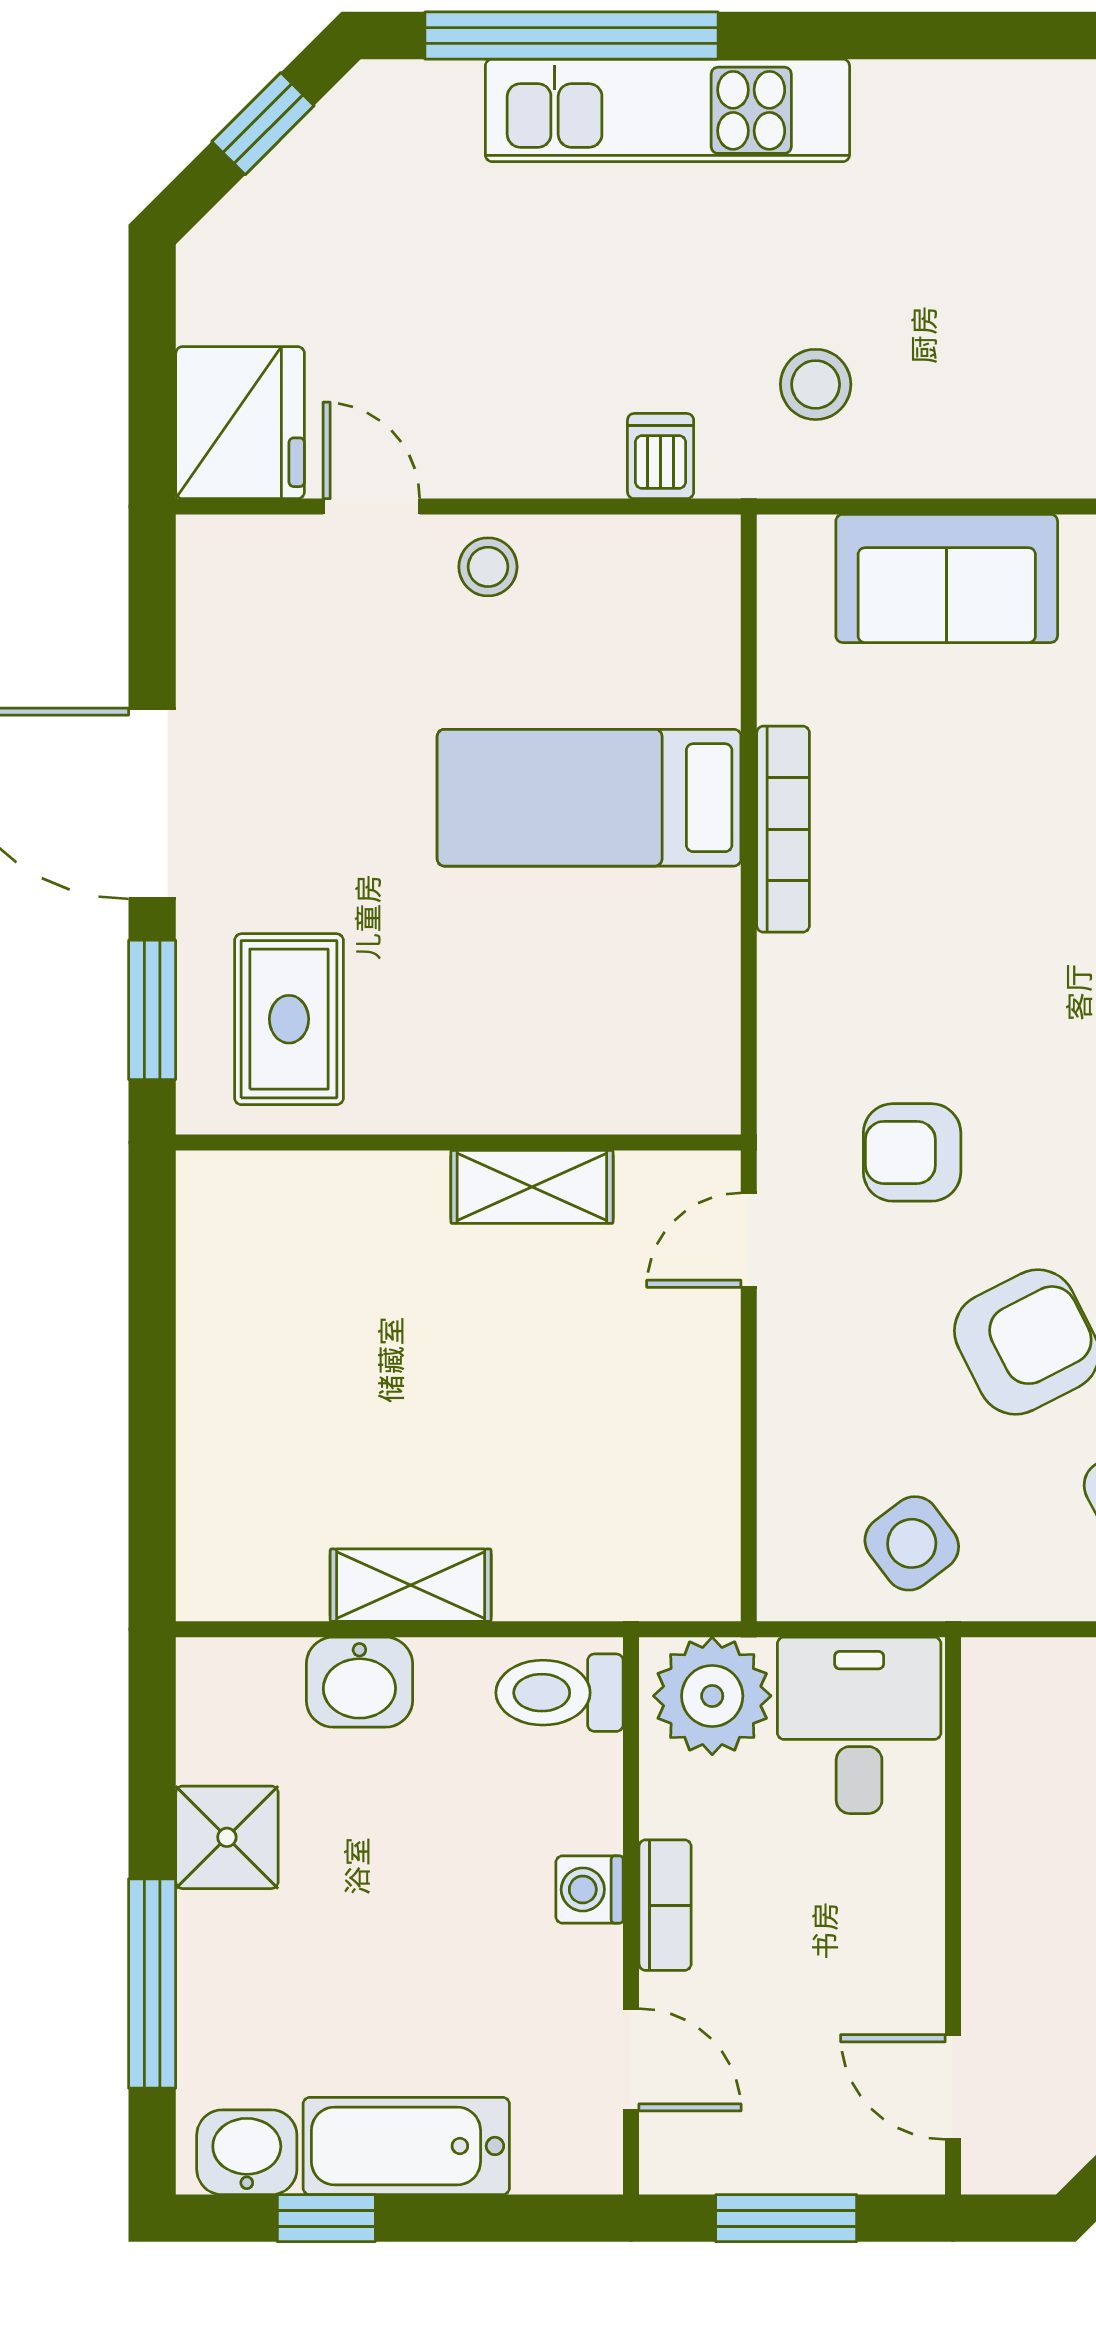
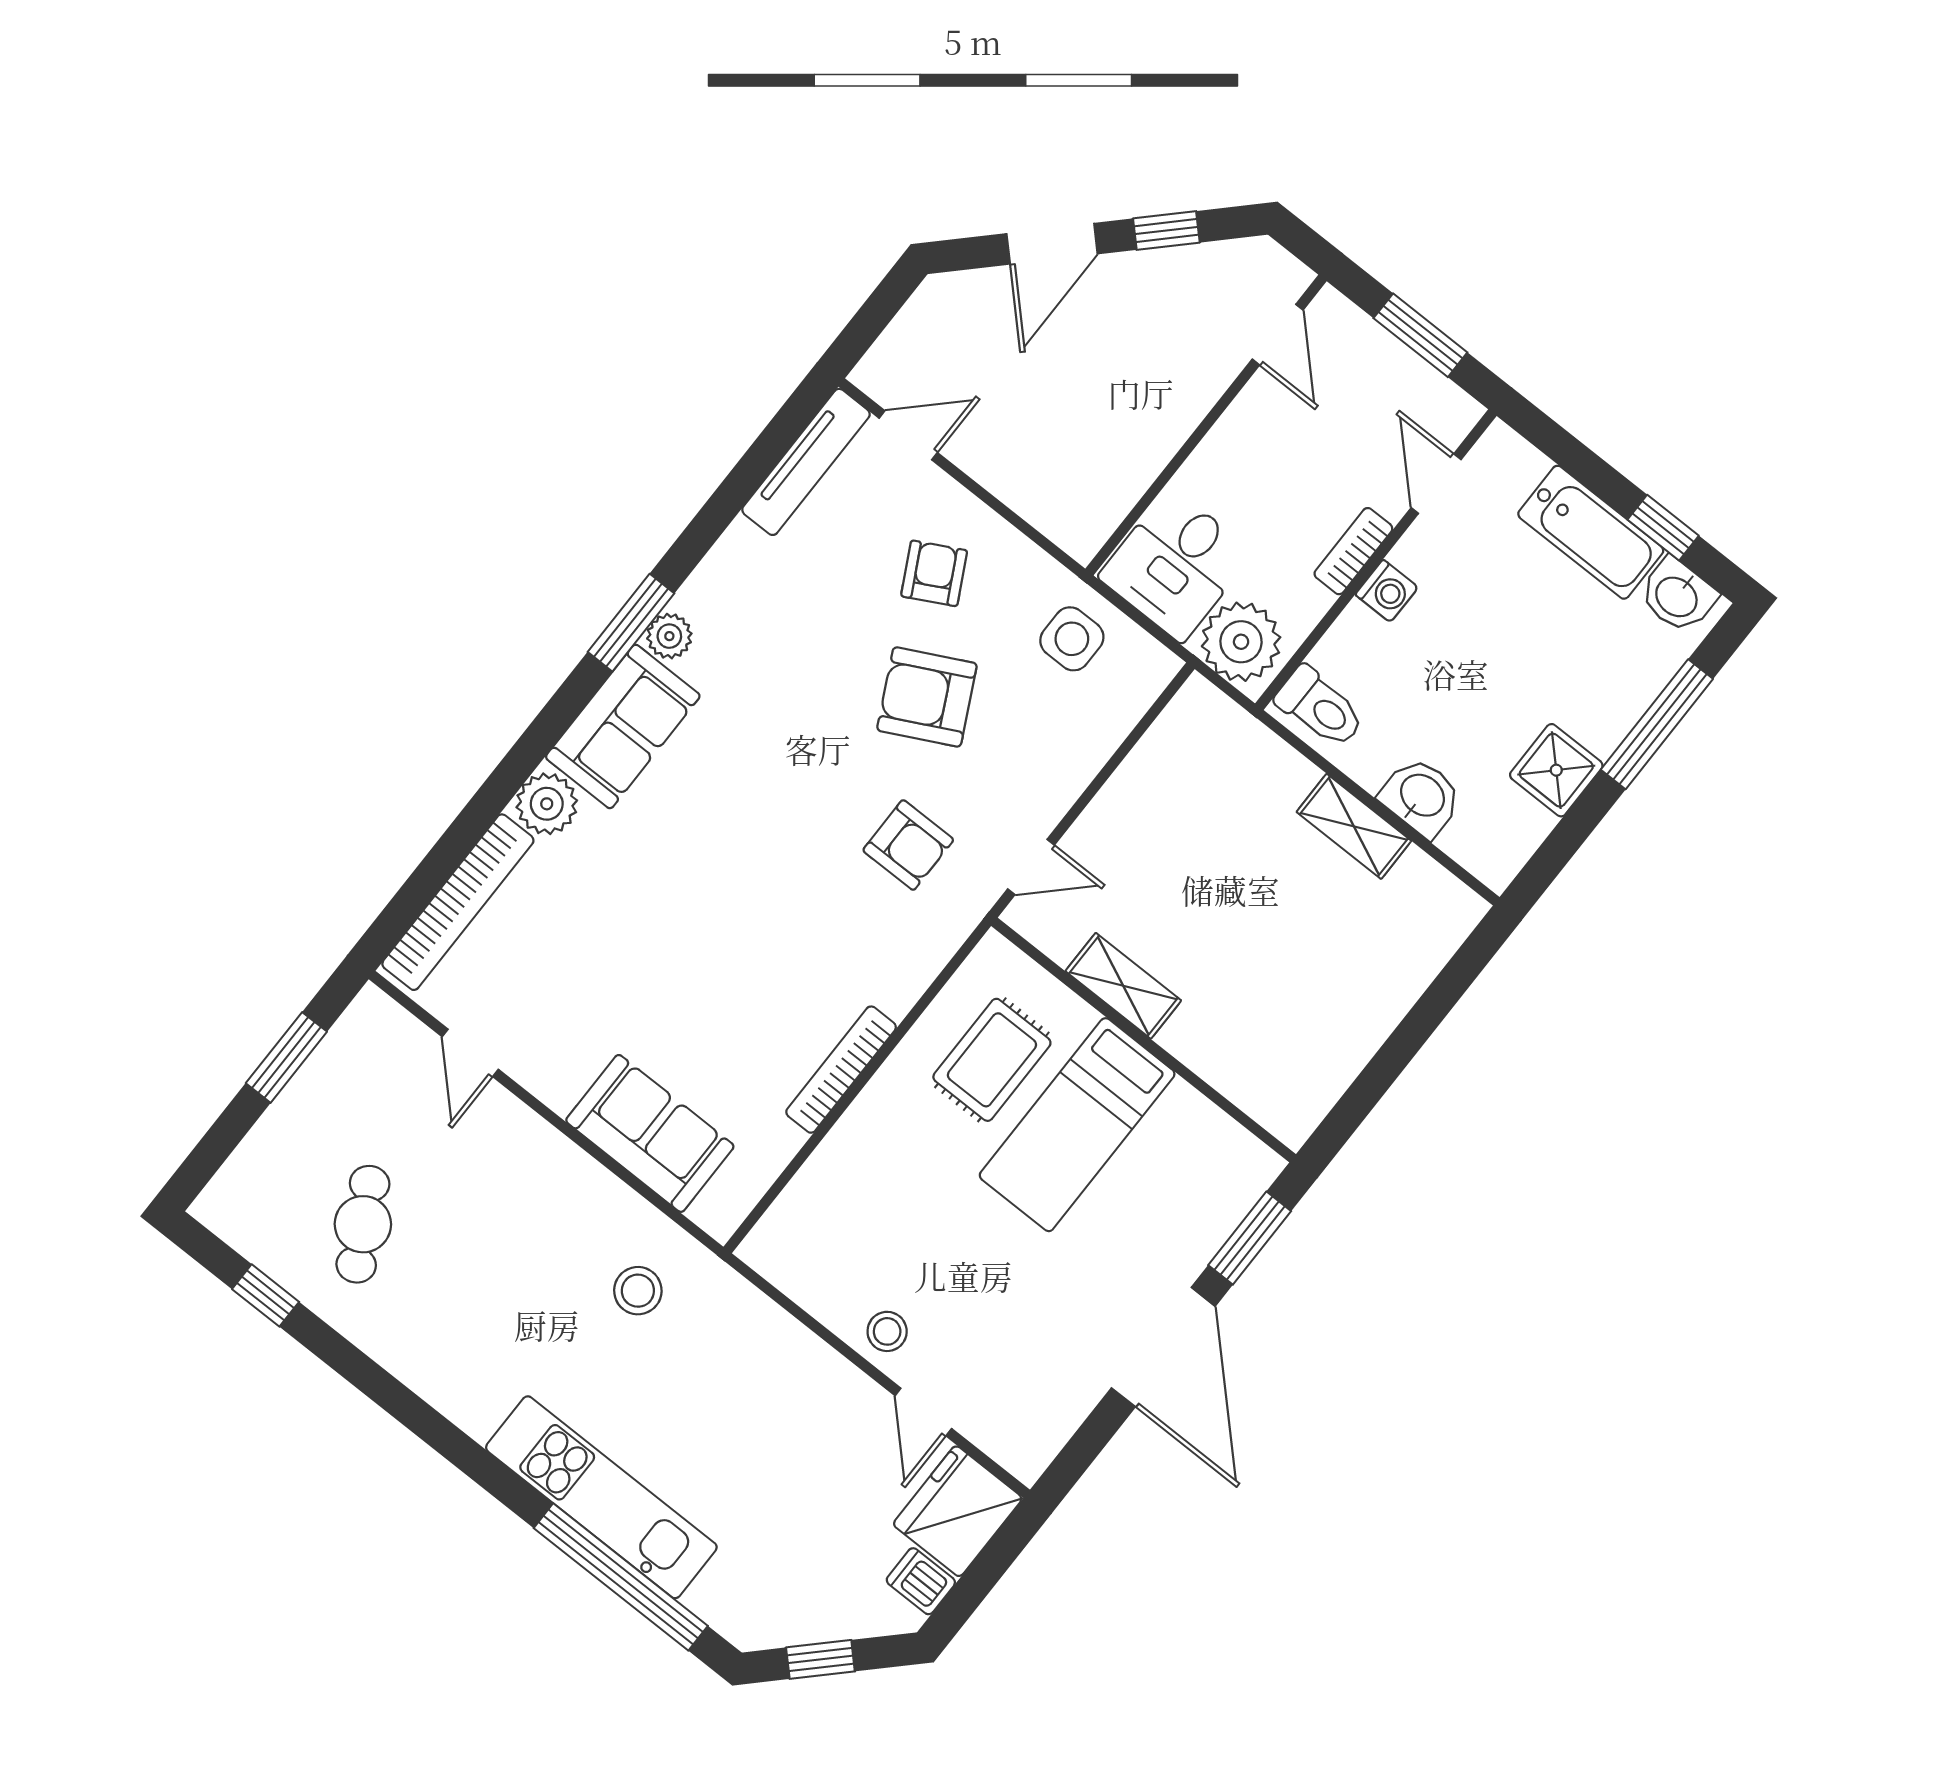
dishwasher: (661, 456) -> (921, 1581), moved, turned 90
bed: (589, 798) -> (1077, 1125), moved, turned 90
rug: (289, 1019) -> (992, 1060), moved
side table: (912, 1543) -> (1072, 639), turned 37

